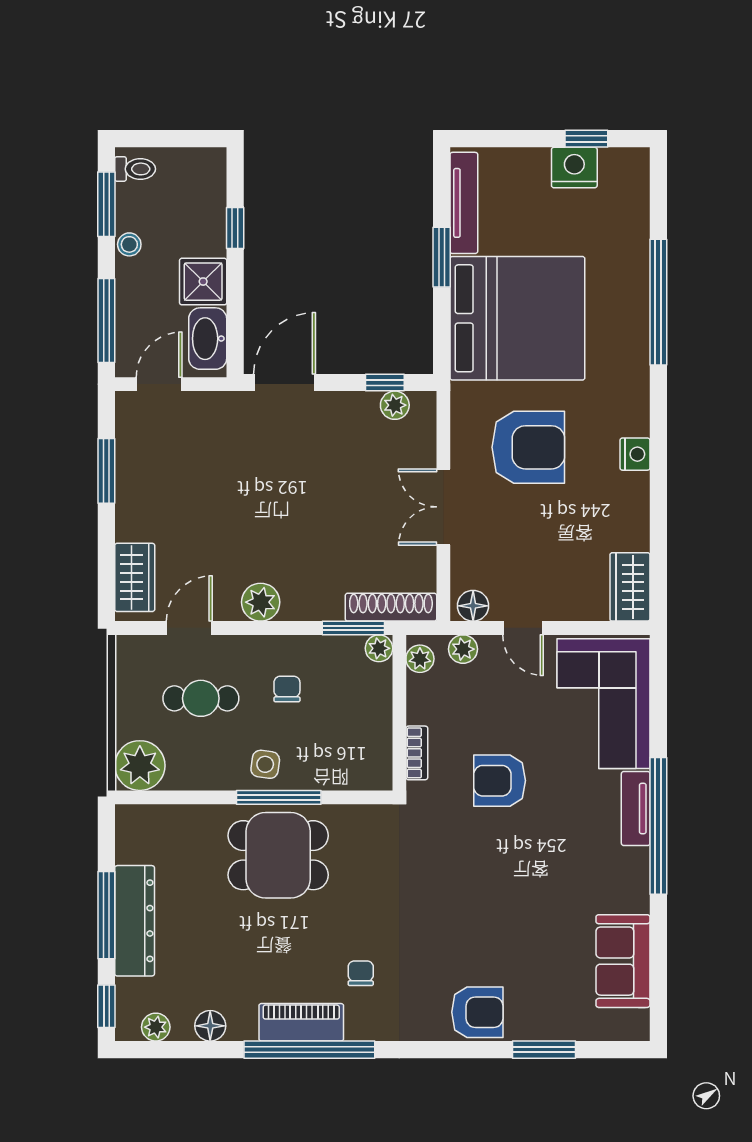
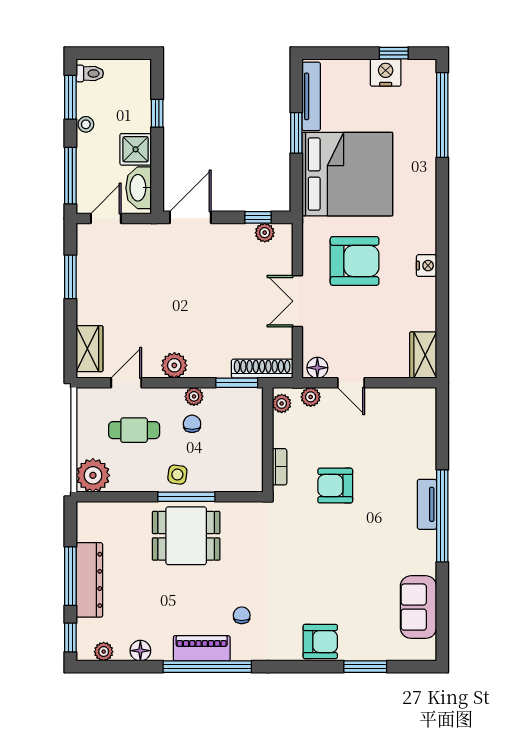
window: (658, 302) -> (442, 115), moved
plant: (379, 648) -> (194, 396), moved
corner sofa: (603, 704) -> (405, 434), removed

